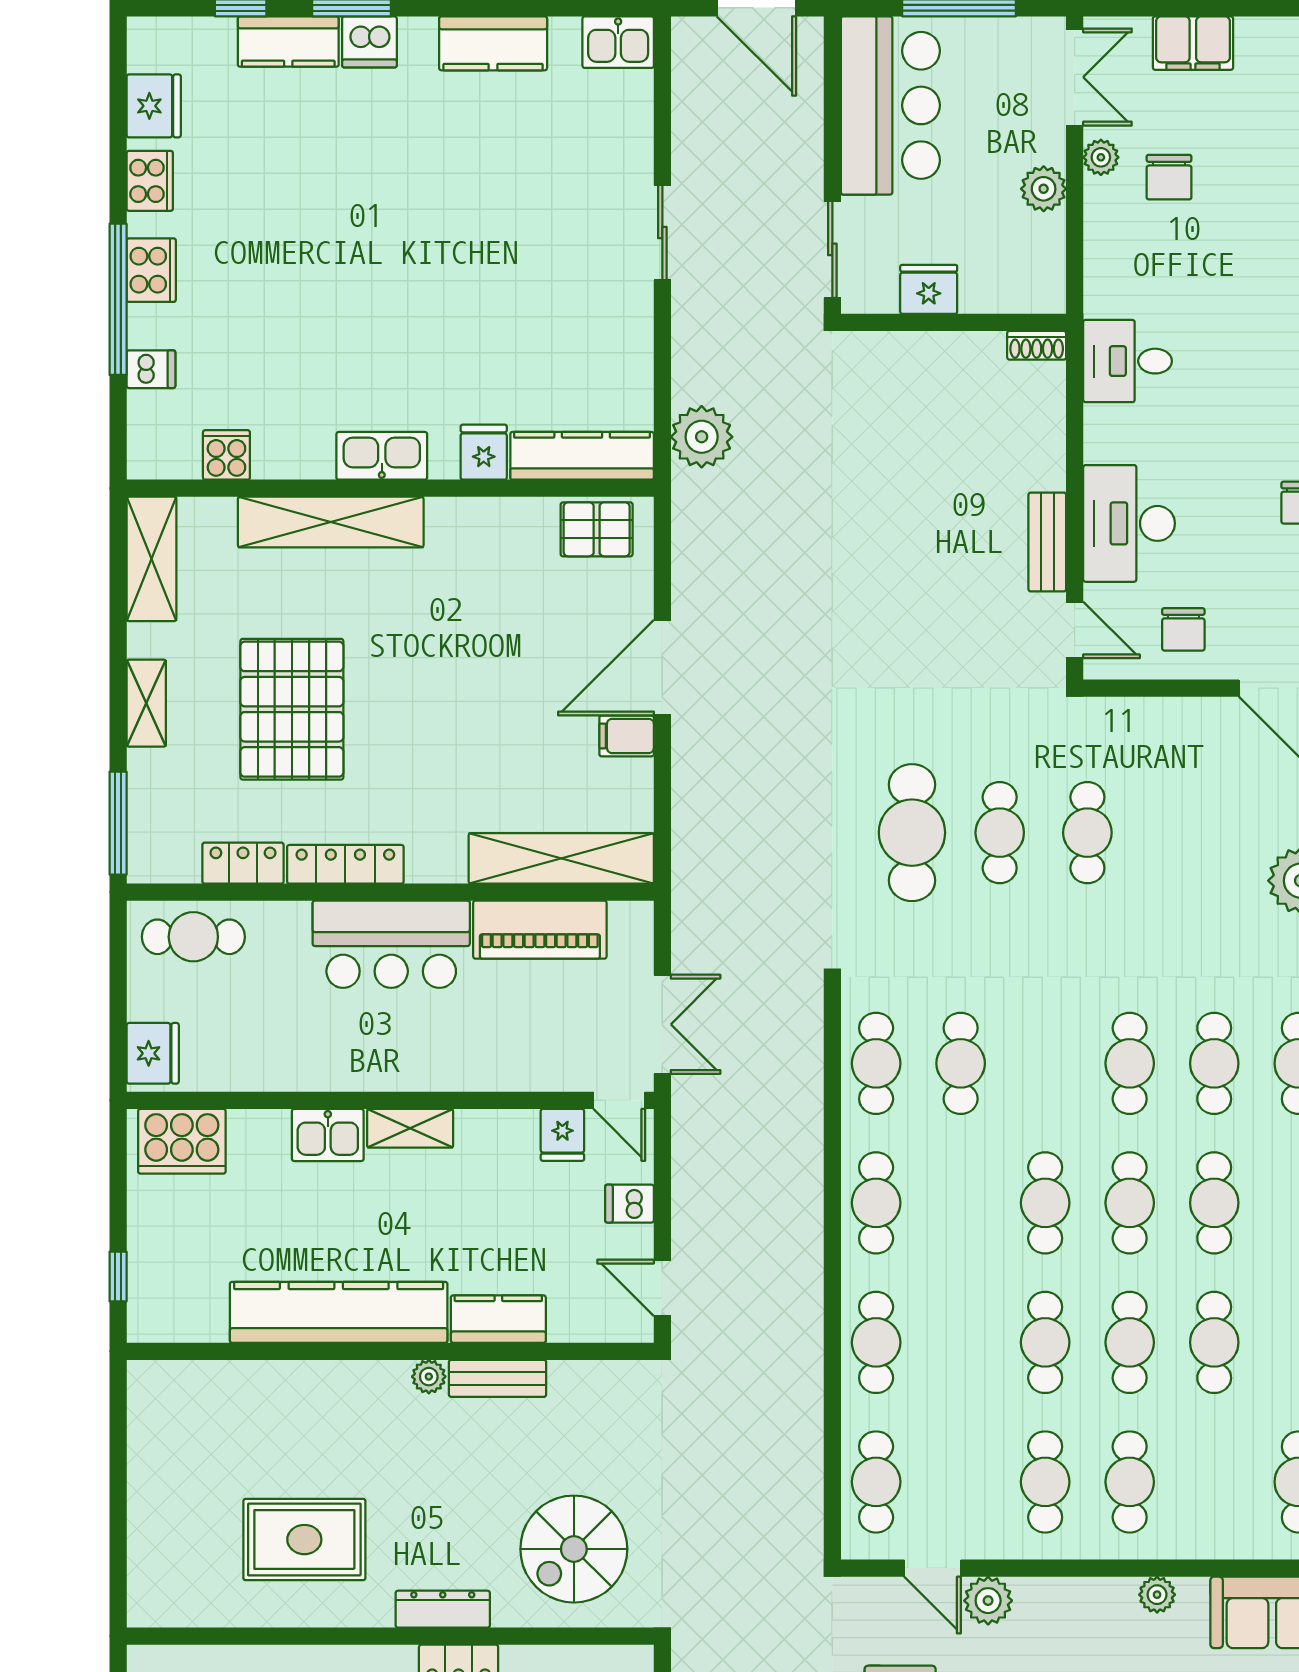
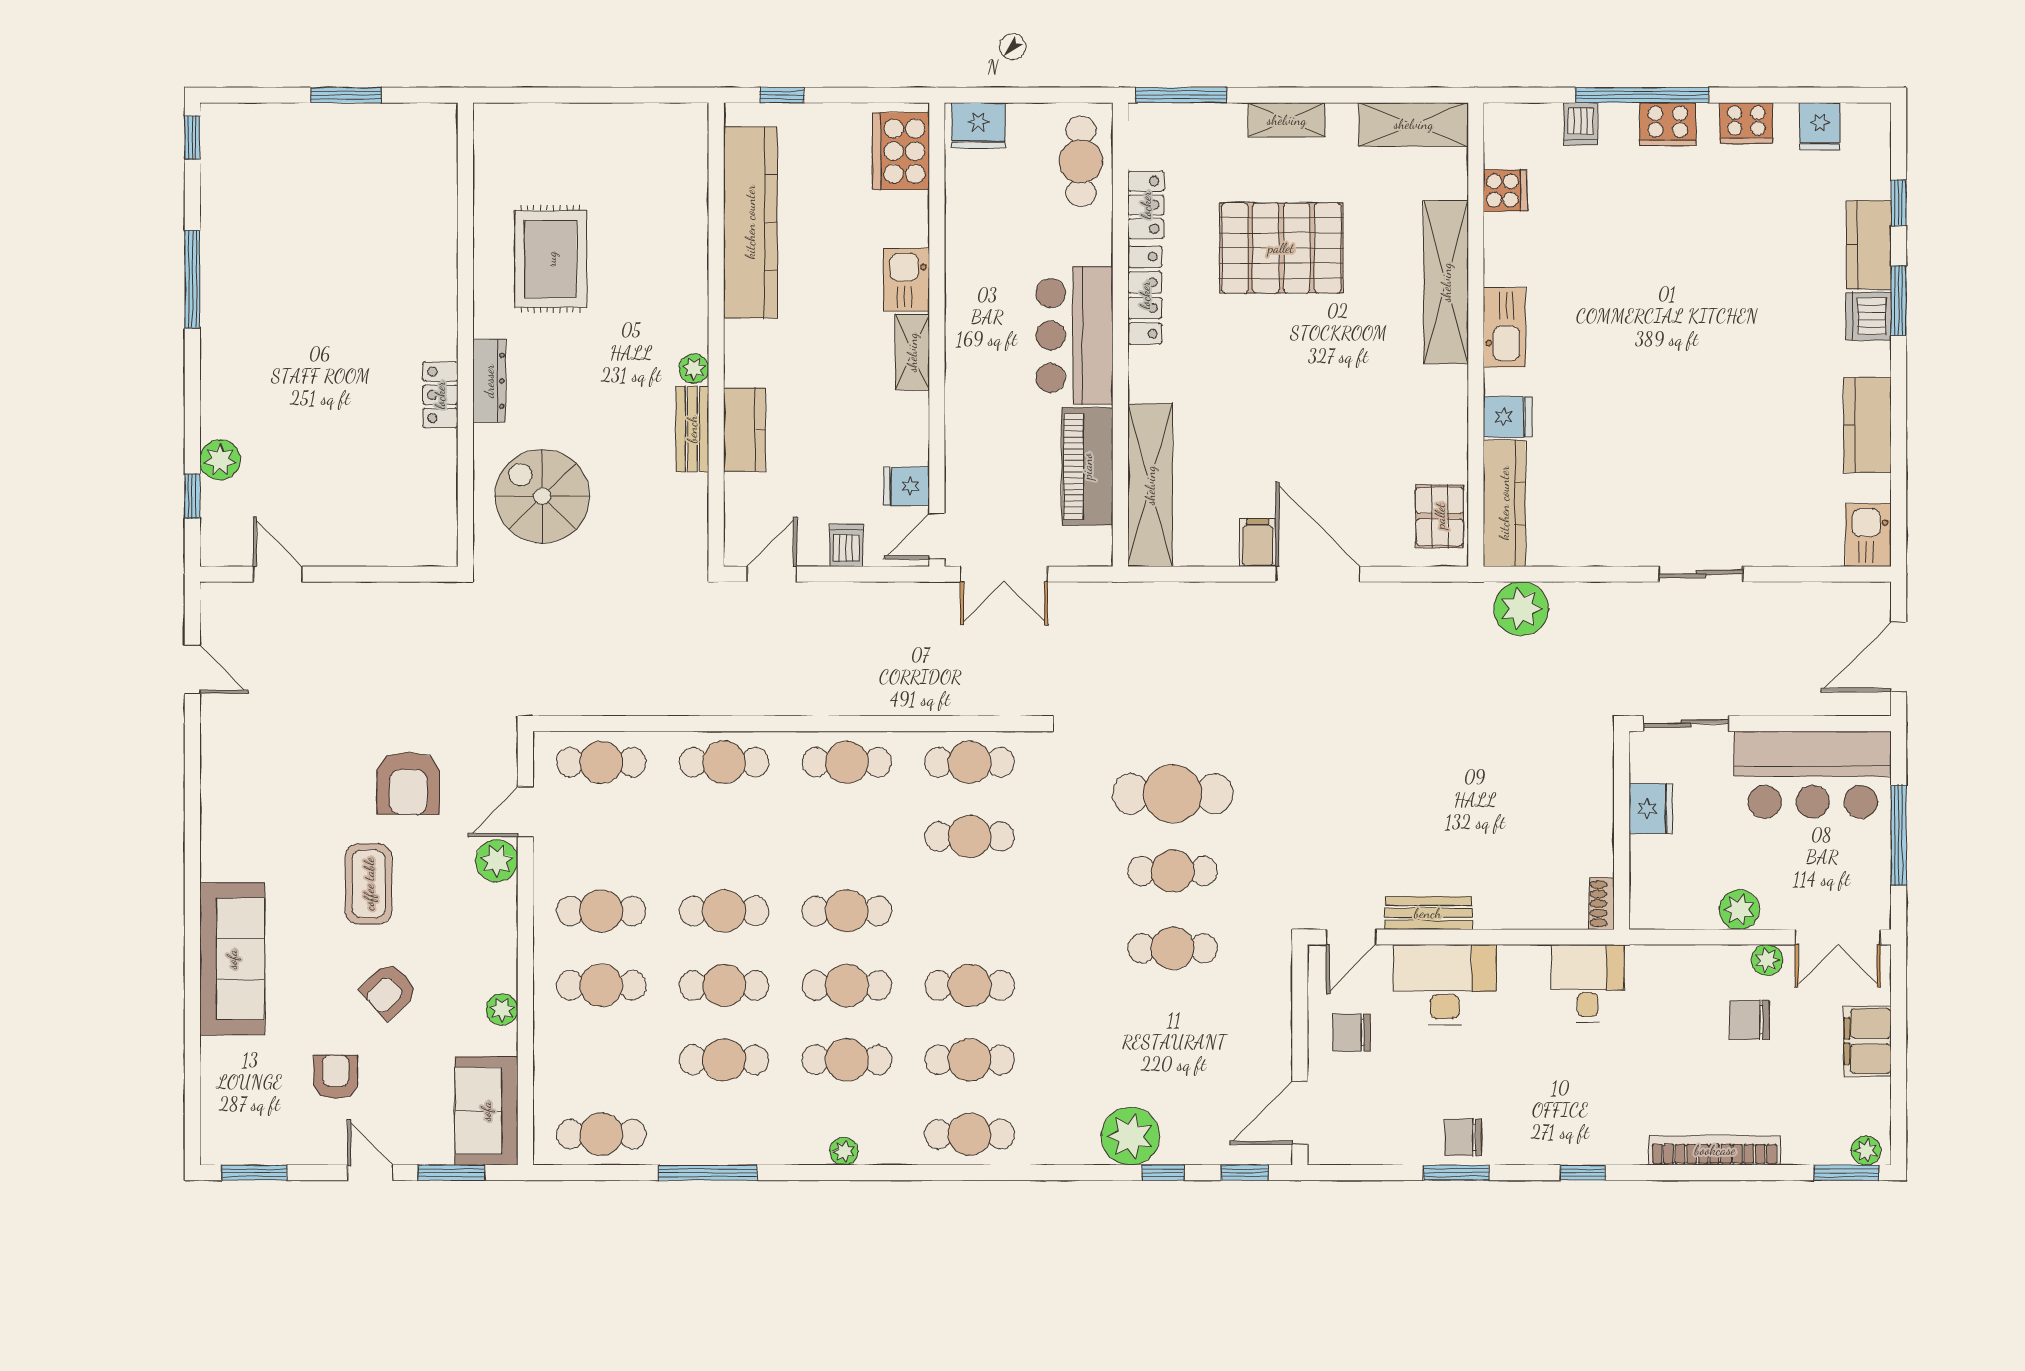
fridge: (154, 106) -> (1820, 126), width x0.72
kitchen counter: (339, 1312) -> (750, 222), moved

